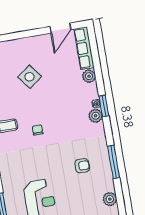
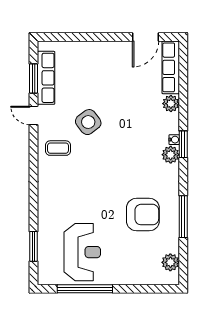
side table: (29, 77) -> (88, 122), moved
chair: (38, 130) -> (95, 160), removed
armchair: (82, 166) -> (143, 215), width x1.88, depth x1.88

